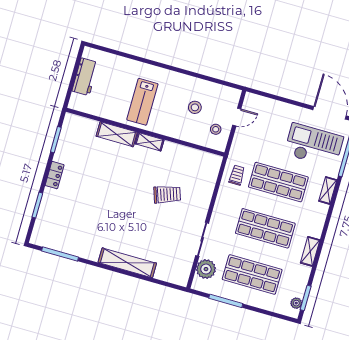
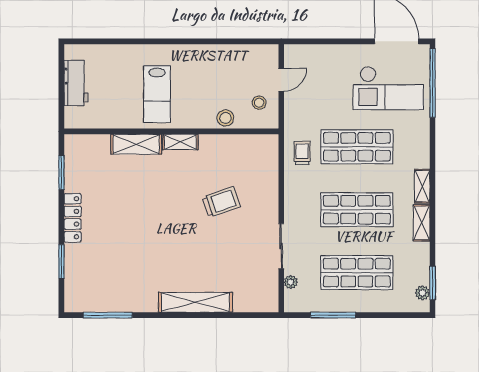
stool: (195, 107) -> (225, 118), moved
checkout: (314, 145) -> (388, 88), turned 180
locker: (55, 175) -> (73, 218), width x1.53
shelving: (328, 191) -> (422, 186), moved
plant: (206, 269) -> (291, 282), width x0.53, depth x0.53

